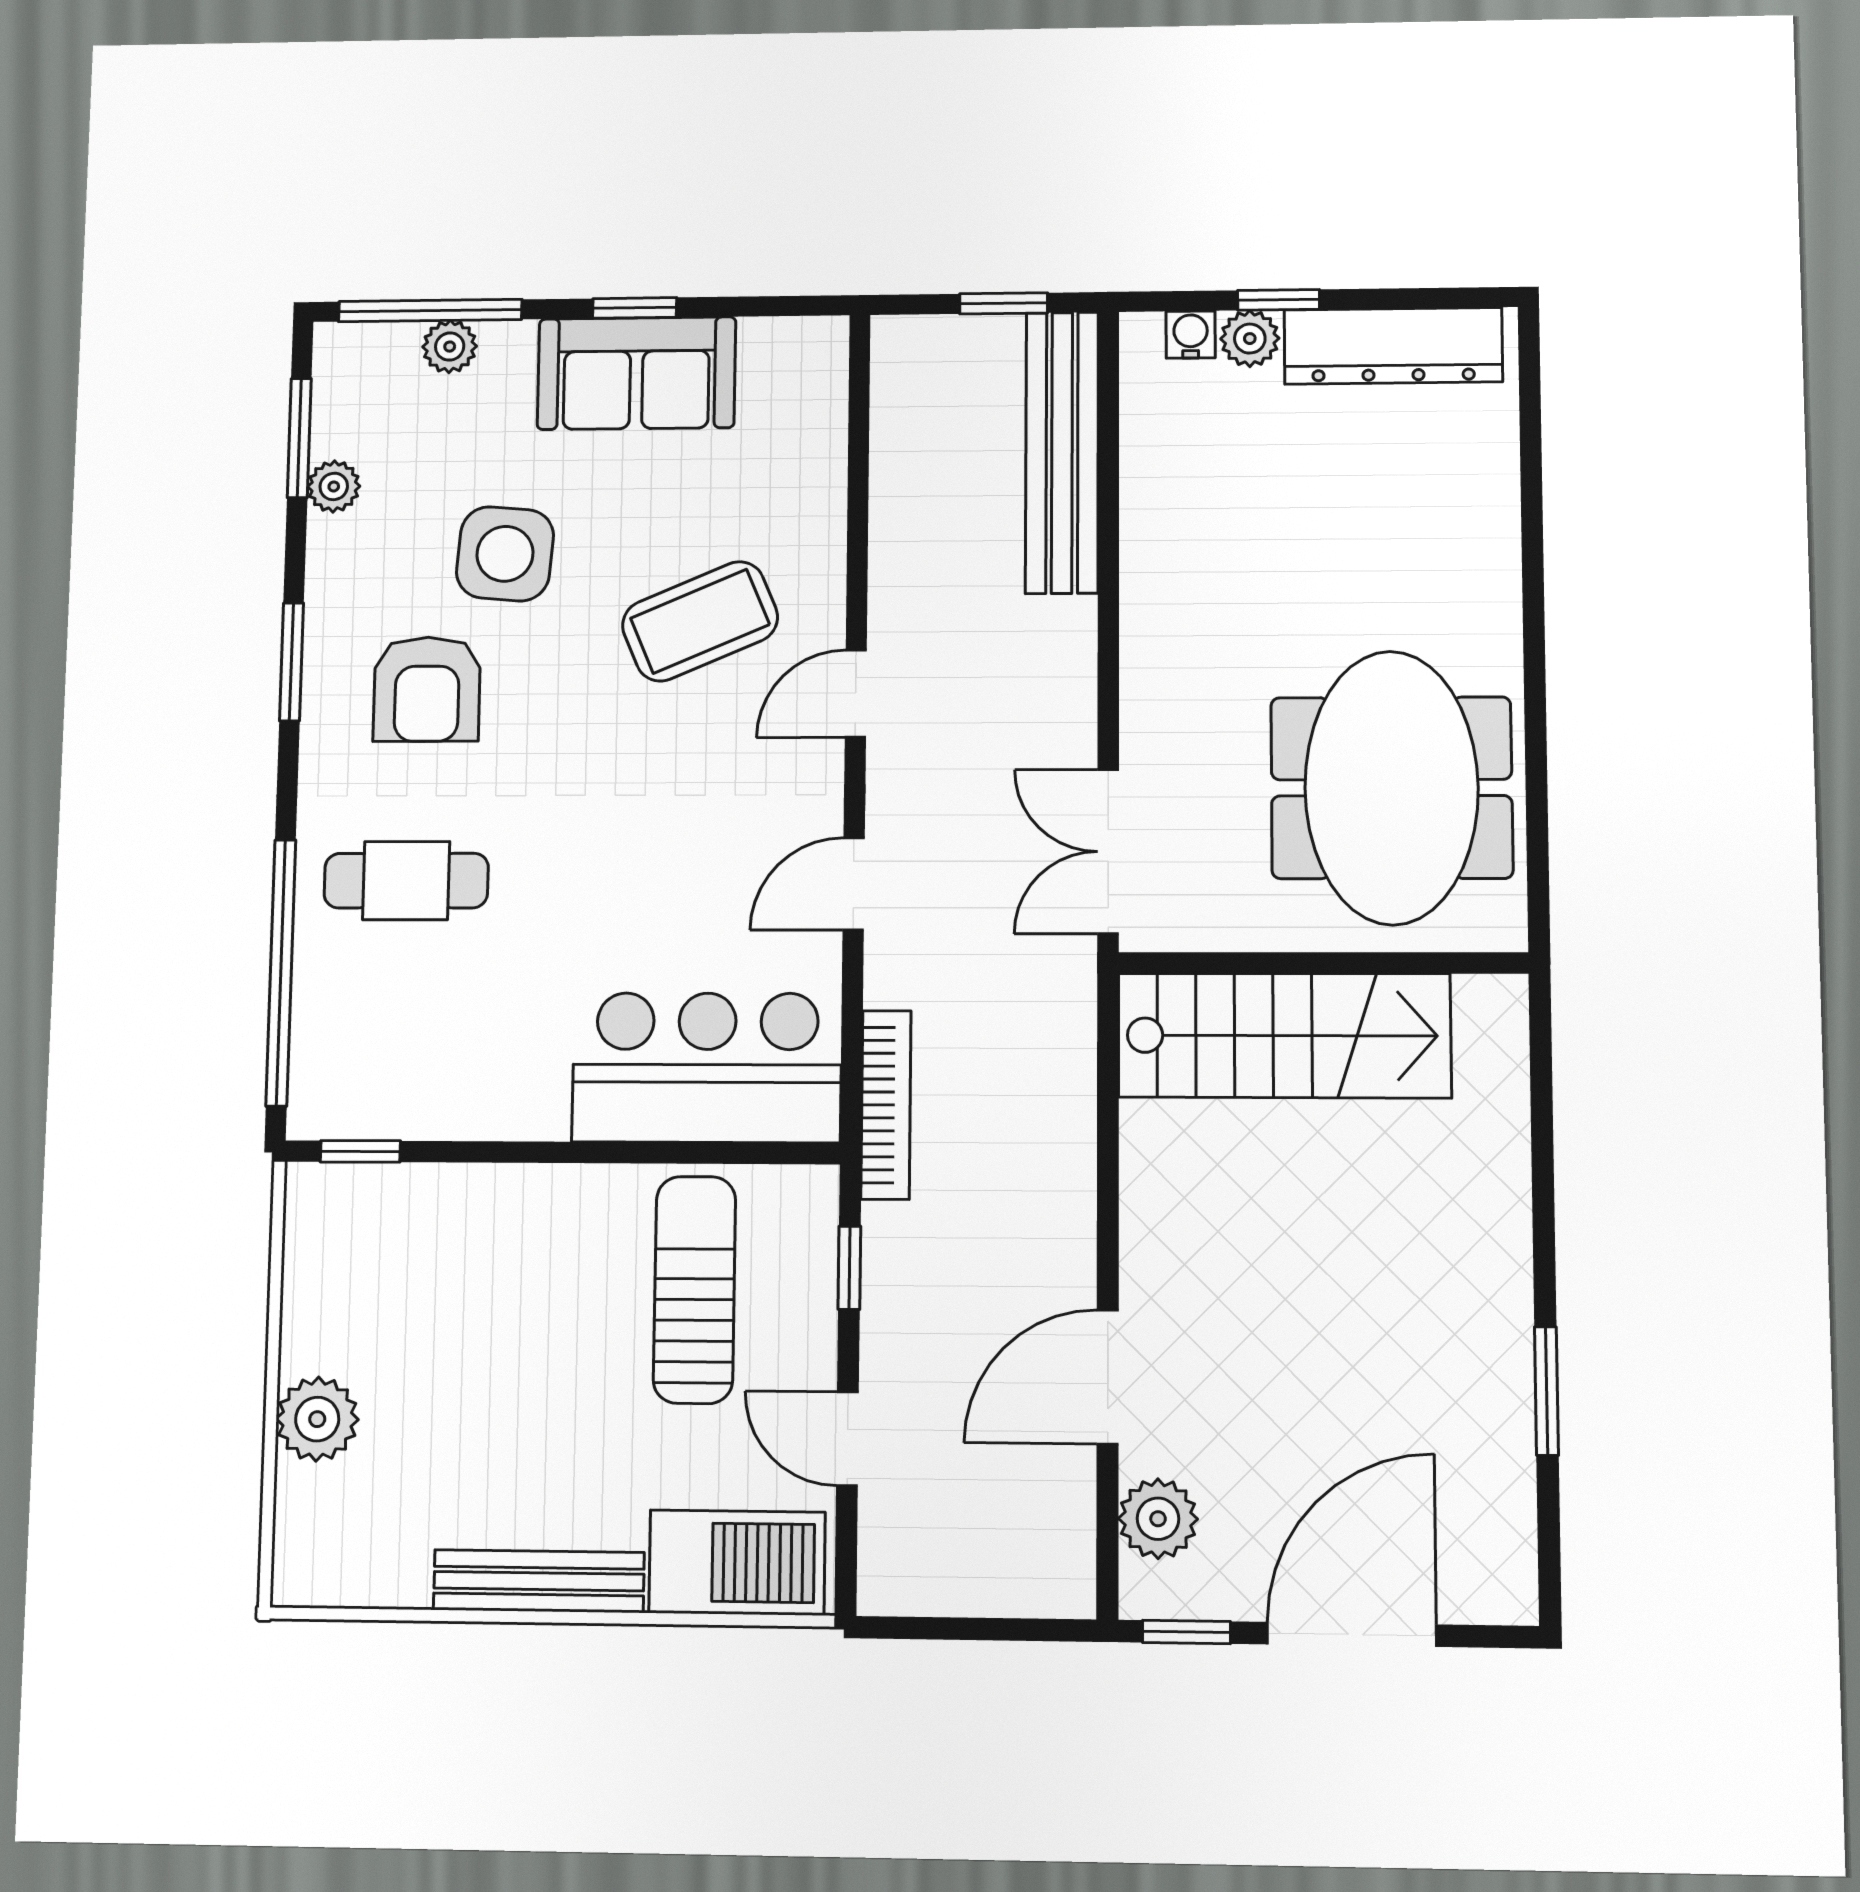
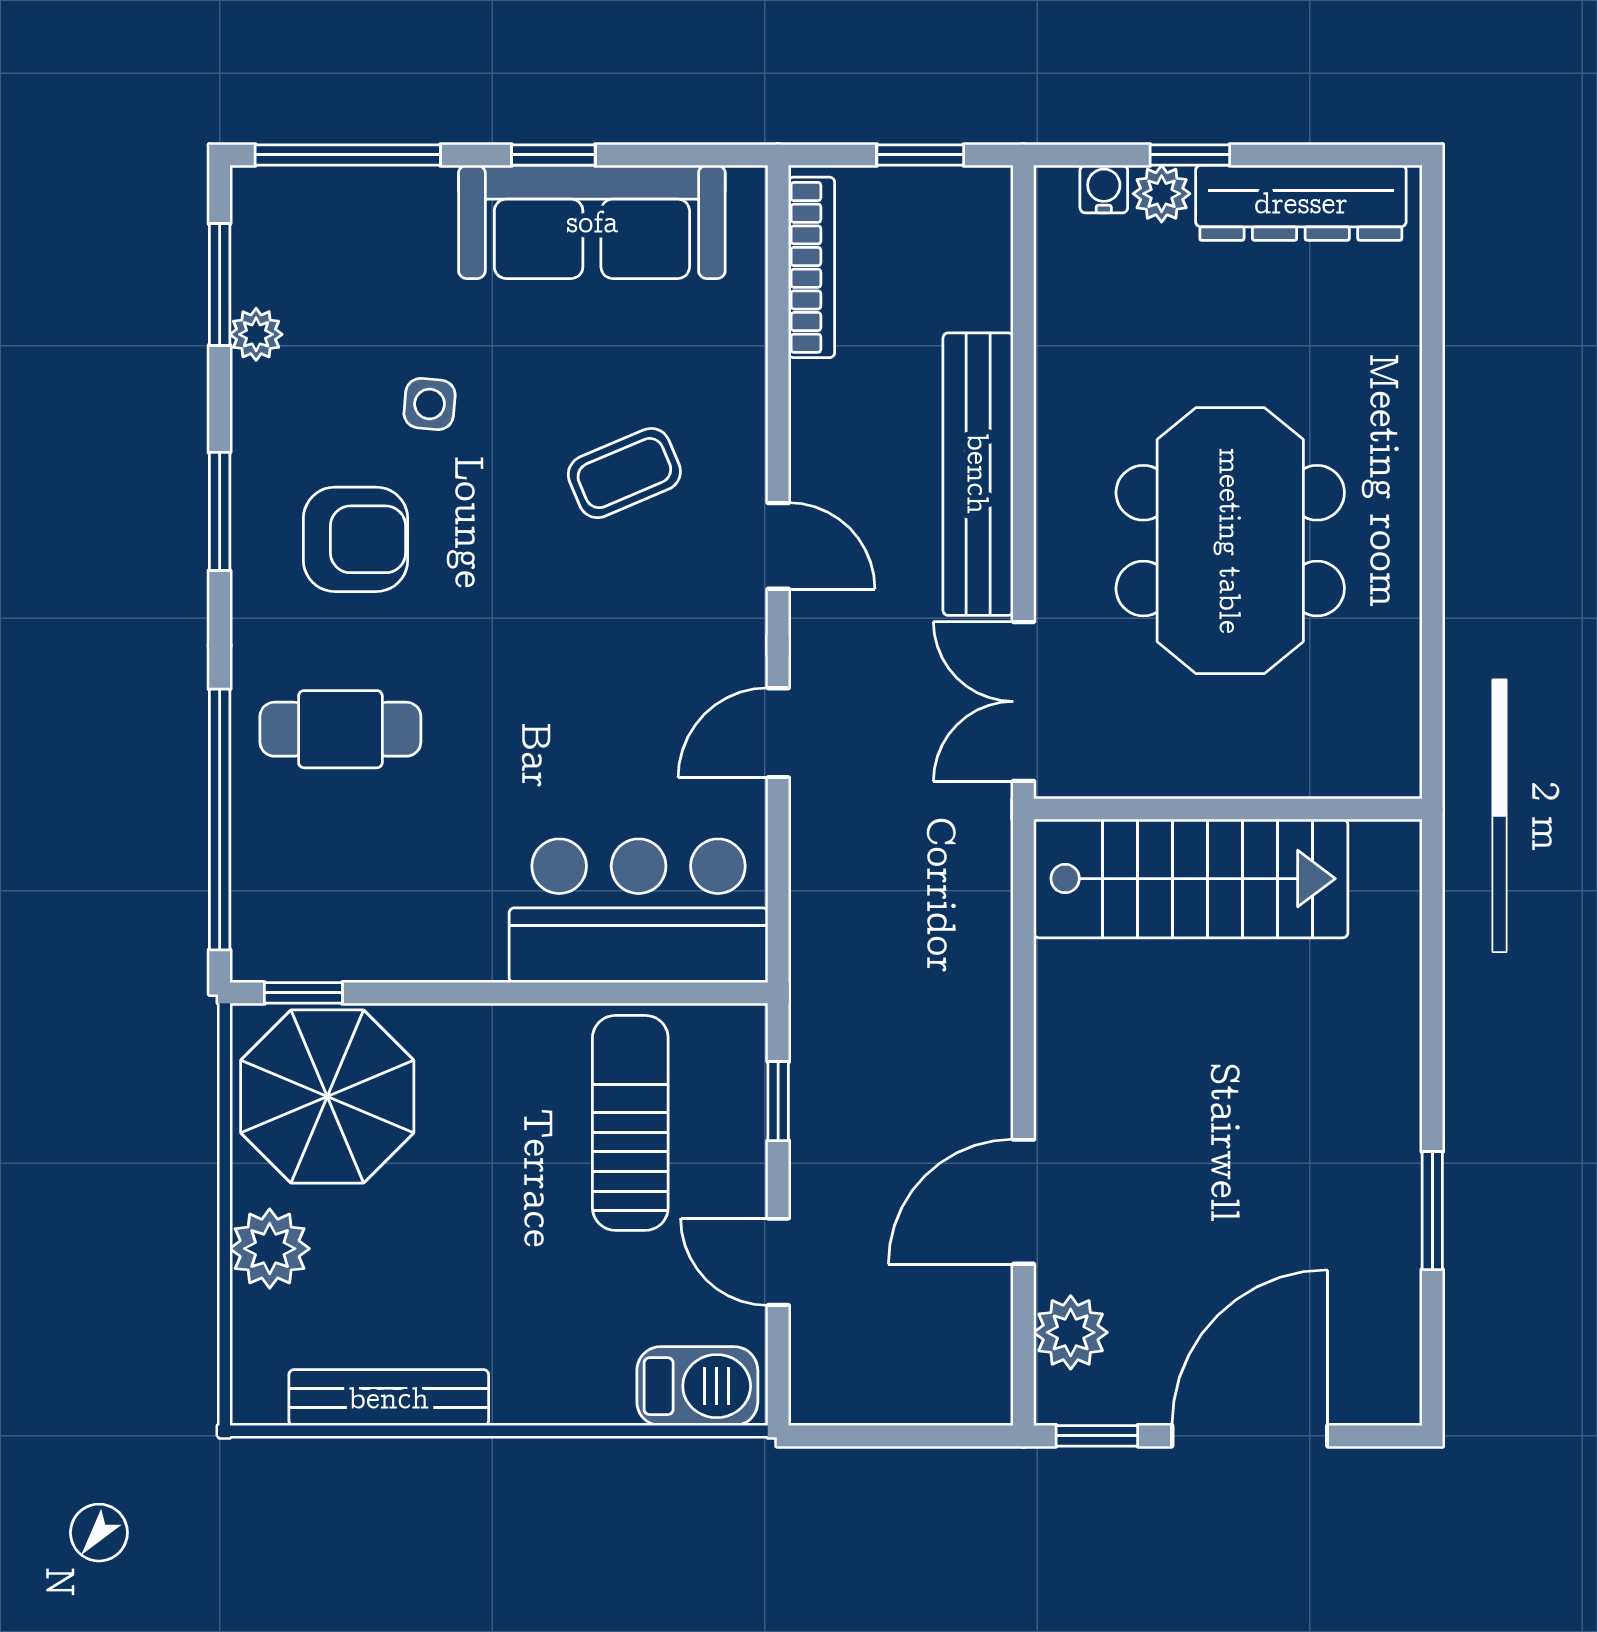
plant: (450, 347) -> (369, 192), removed
sofa: (636, 373) -> (592, 222), width x1.36
bench: (1062, 452) -> (978, 474), moved
side table: (505, 554) -> (430, 404), width x0.54, depth x0.54
coffee table: (700, 621) -> (624, 473), width x0.73, depth x0.77
armchair: (427, 689) -> (356, 539), turned -90
door: (856, 694) -> (778, 546), swing flipped
meeting table: (1391, 788) -> (1230, 541), moved
bookcase: (886, 1105) -> (812, 267), moved
parasol: (382, 1259) -> (327, 1096), added
barbecue: (737, 1563) -> (697, 1386), width x0.73, depth x0.83
bench: (539, 1581) -> (389, 1398), moved

